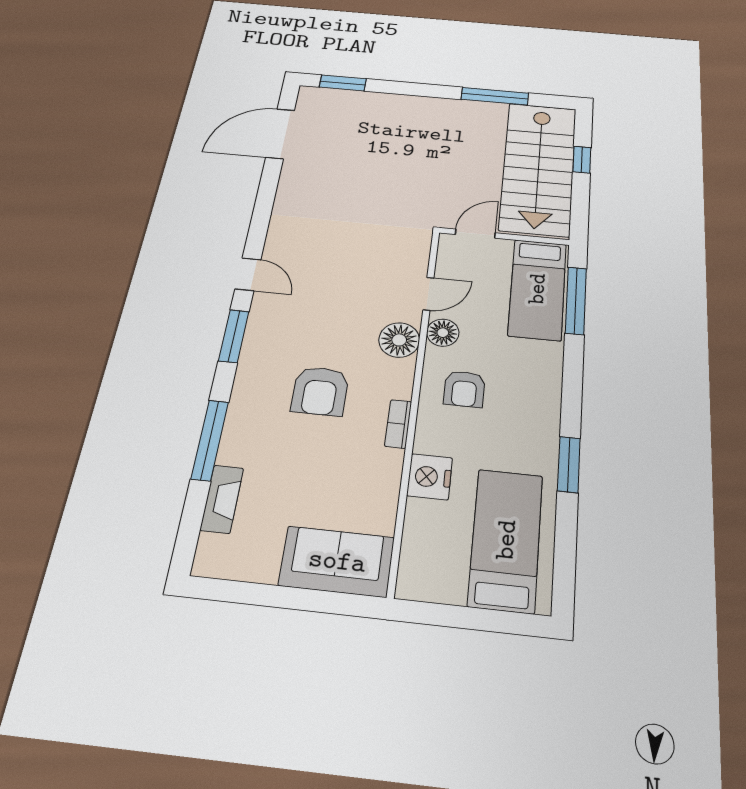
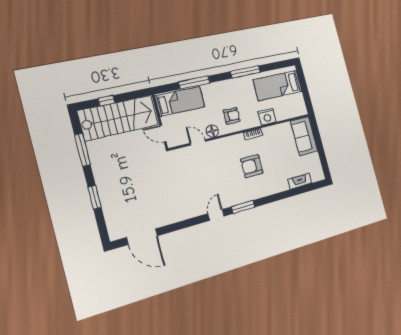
window: (343, 83) -> (95, 197), moved
window: (576, 301) -> (194, 82), moved
floor lamp: (399, 340) -> (221, 146), removed
armchair: (320, 391) -> (252, 166), turned 180
window: (210, 440) -> (283, 195), removed
window: (569, 464) -> (245, 72), width x1.44

